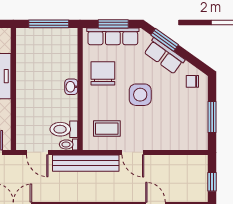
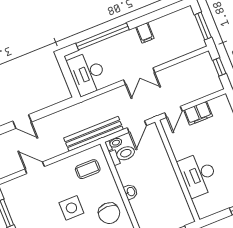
door: (37, 152) -> (137, 127), swing flipped
door: (133, 152) -> (35, 168), moved

